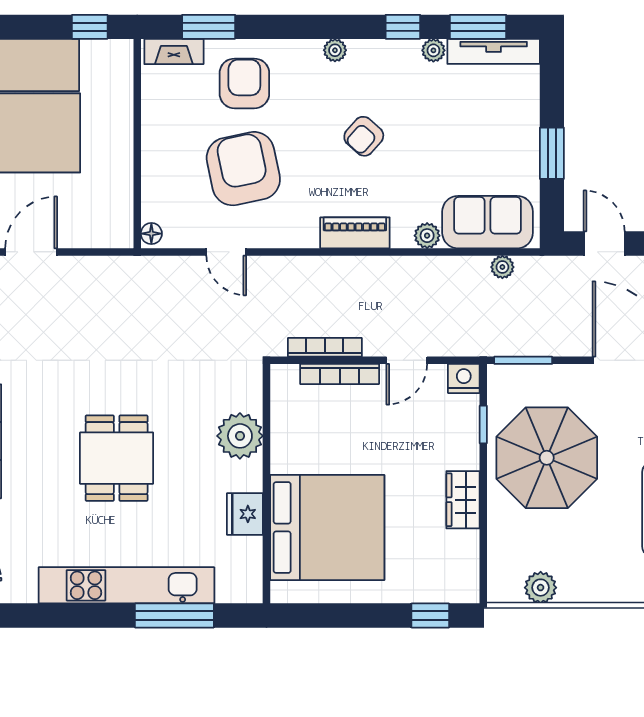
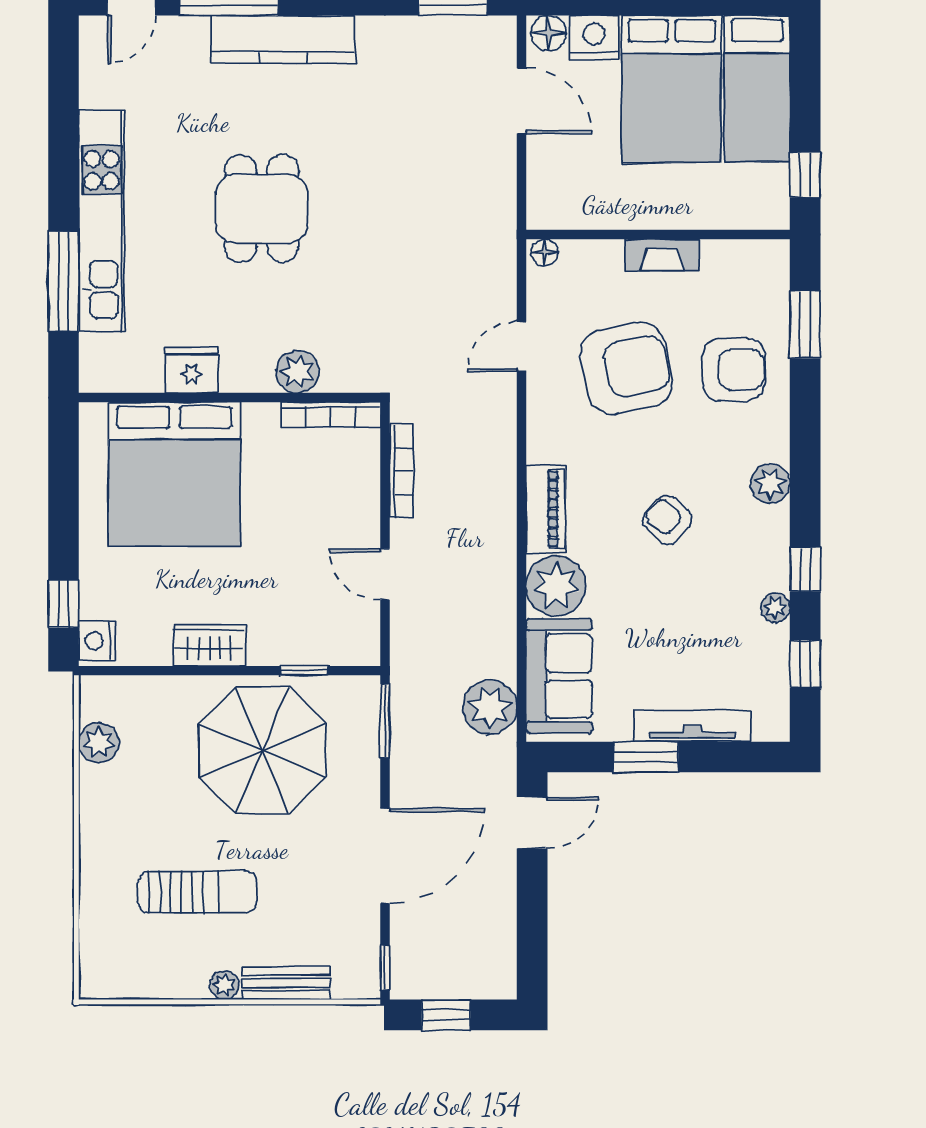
window: (478, 27) -> (805, 664), width x0.67
plant: (335, 50) -> (770, 484), width x1.38, depth x1.38
tv unit: (494, 51) -> (693, 726), moved, turned 90
fireplace: (174, 52) -> (662, 255), moved, turned -90
plant: (427, 236) -> (556, 586), width x1.87, depth x1.87
plant: (502, 267) -> (490, 707), width x1.88, depth x1.88
bookcase: (340, 374) -> (331, 415), moved, turned -90
nightstand: (464, 378) -> (97, 641), moved, turned 180
plant: (240, 436) -> (297, 372), width x0.73, depth x0.73
dining table: (117, 458) -> (262, 209), turned 90

